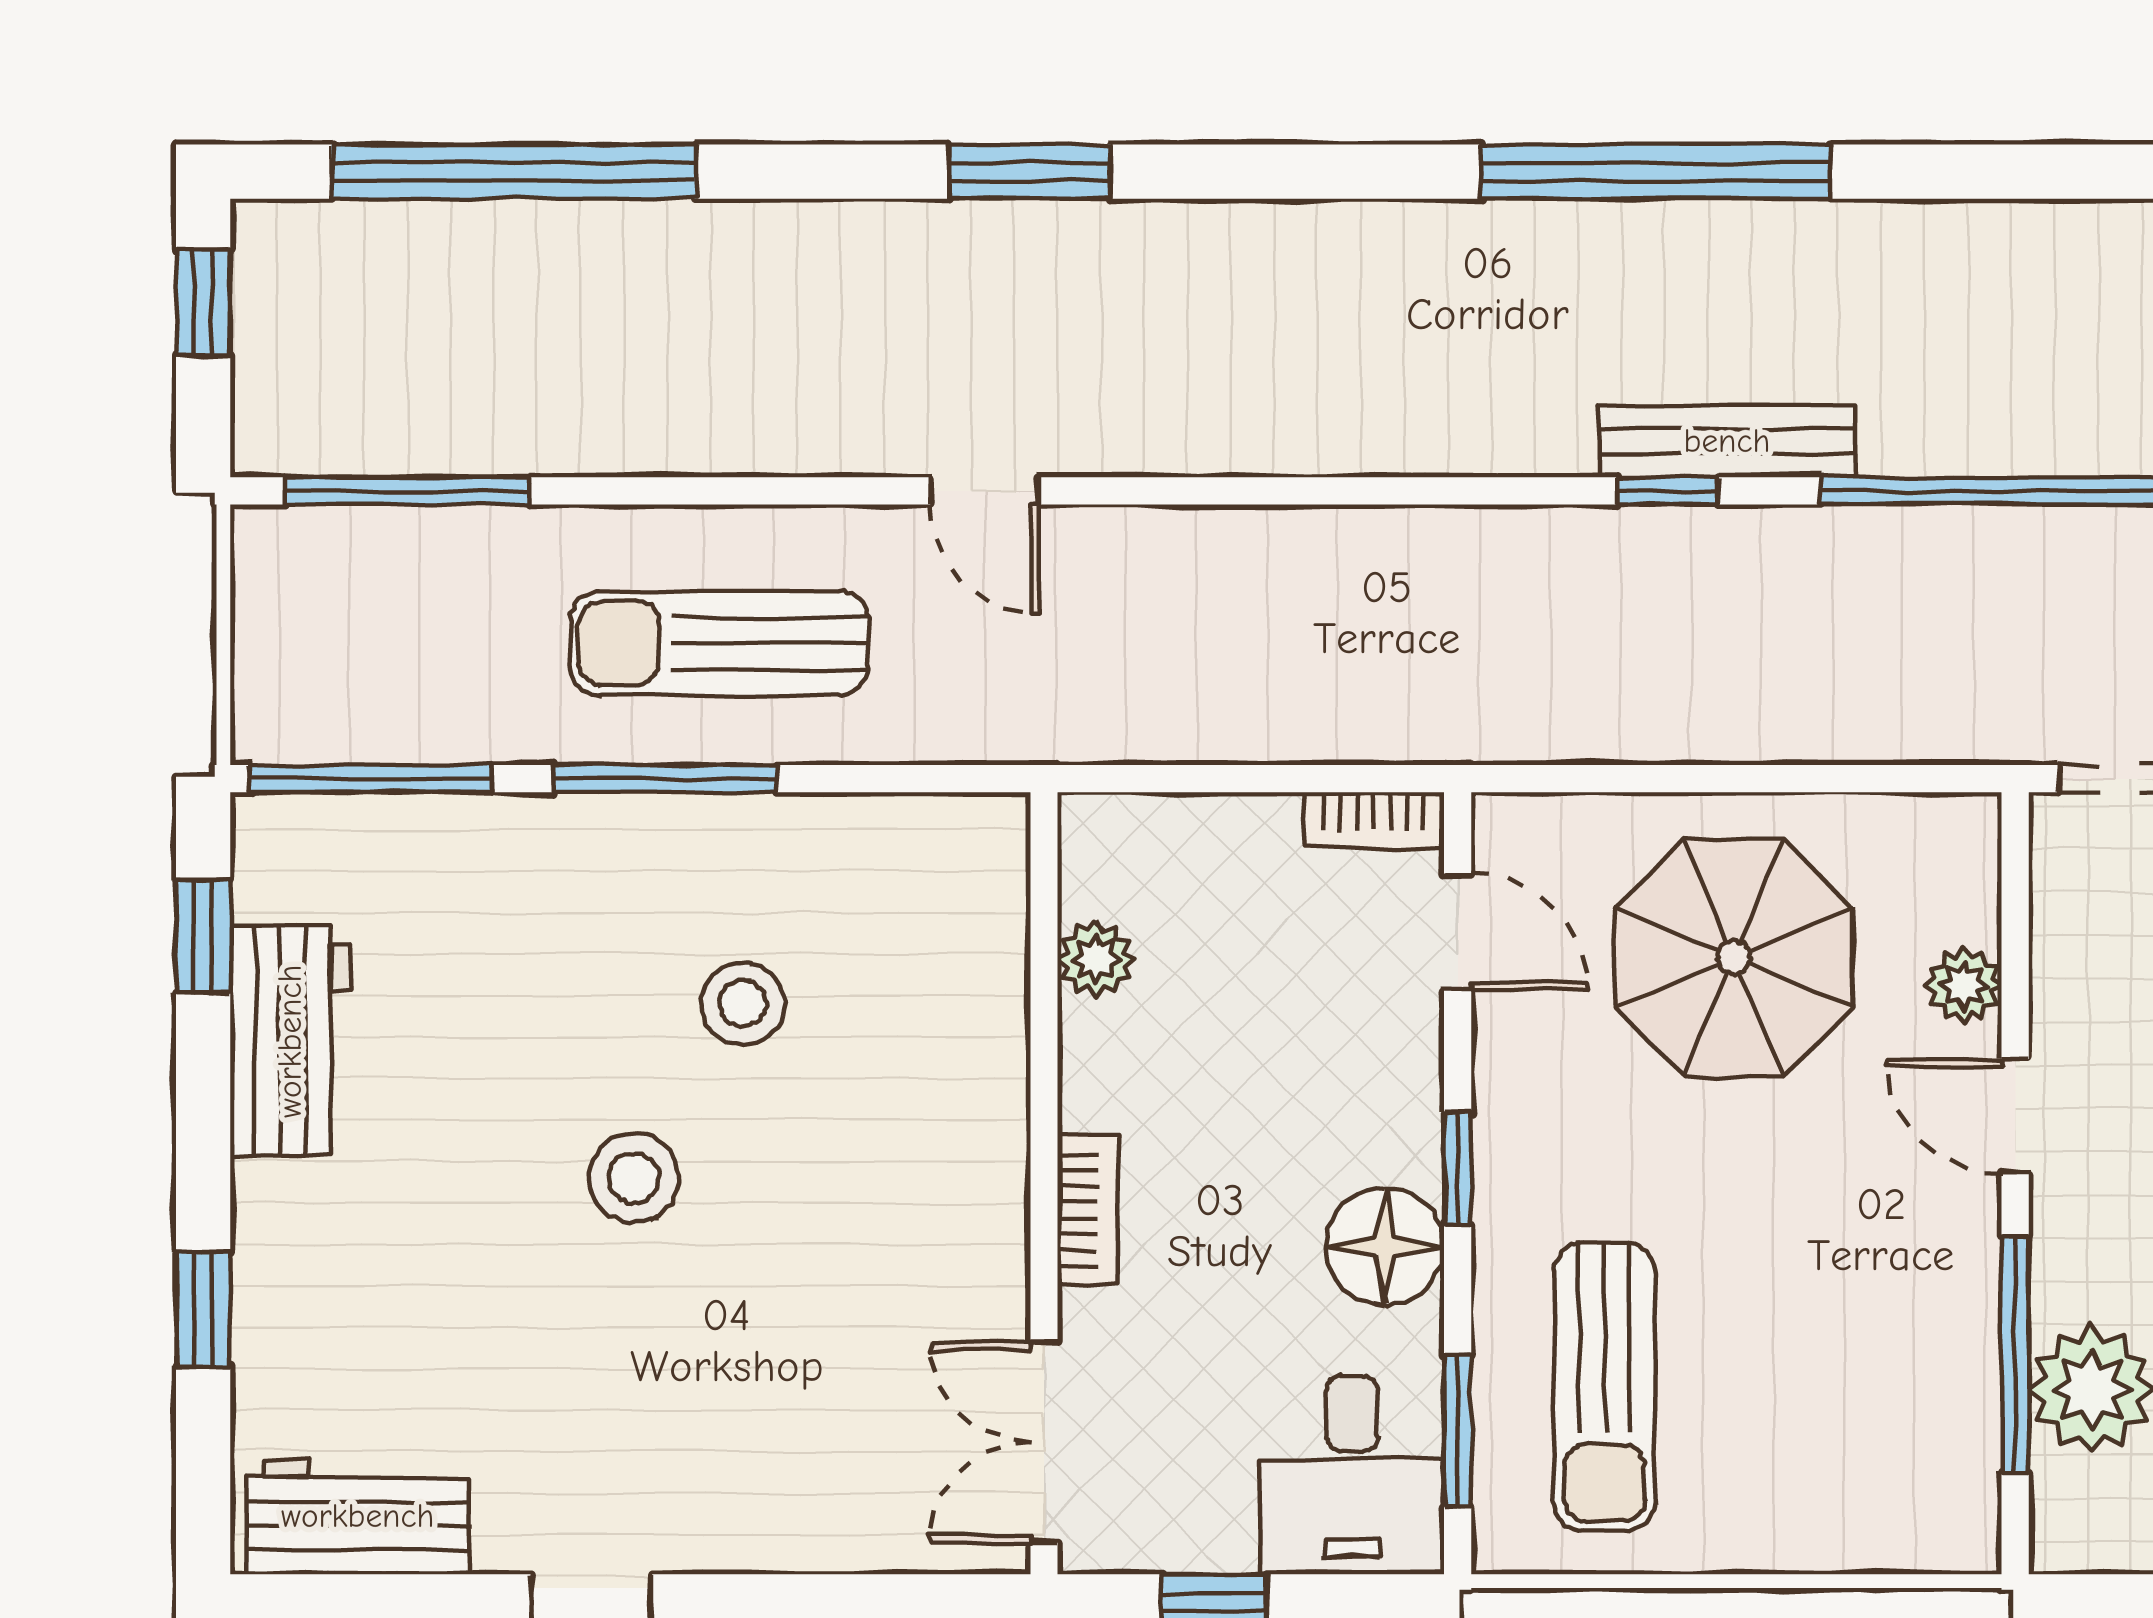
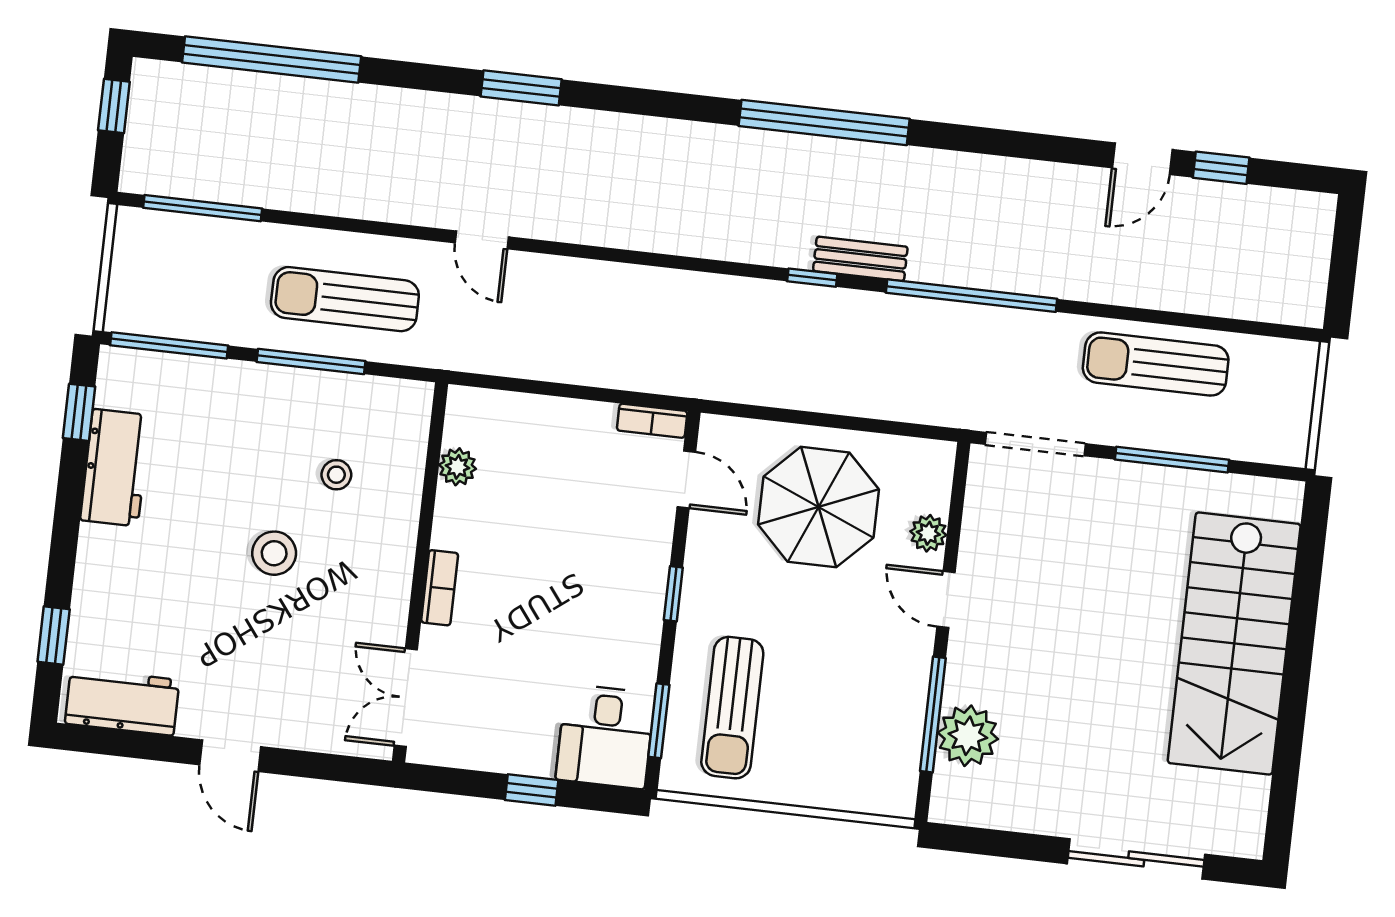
bench: (1727, 441) -> (860, 259), width x0.73
plant: (1096, 959) -> (458, 467), moved
stool: (743, 1004) -> (336, 475), width x0.73, depth x0.73
wall: (1044, 1183) -> (420, 572), moved
bookcase: (1087, 1210) -> (440, 588), moved
floor lamp: (1385, 1246) -> (634, 628), removed
window: (203, 1309) -> (54, 636), moved
double door: (1044, 1442) -> (406, 698), moved

